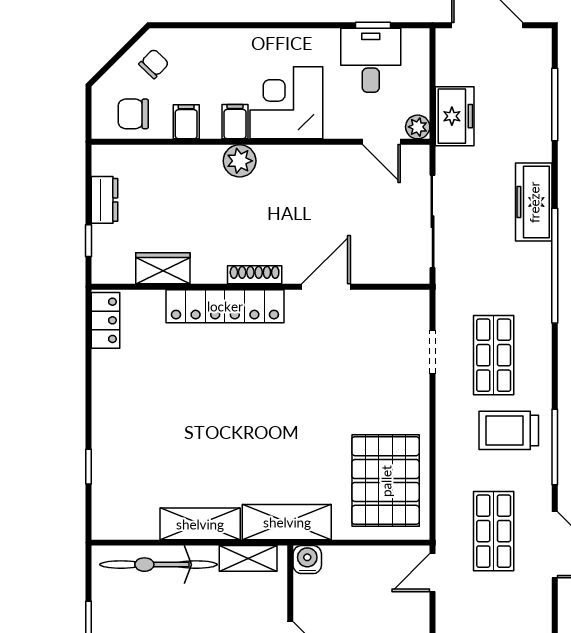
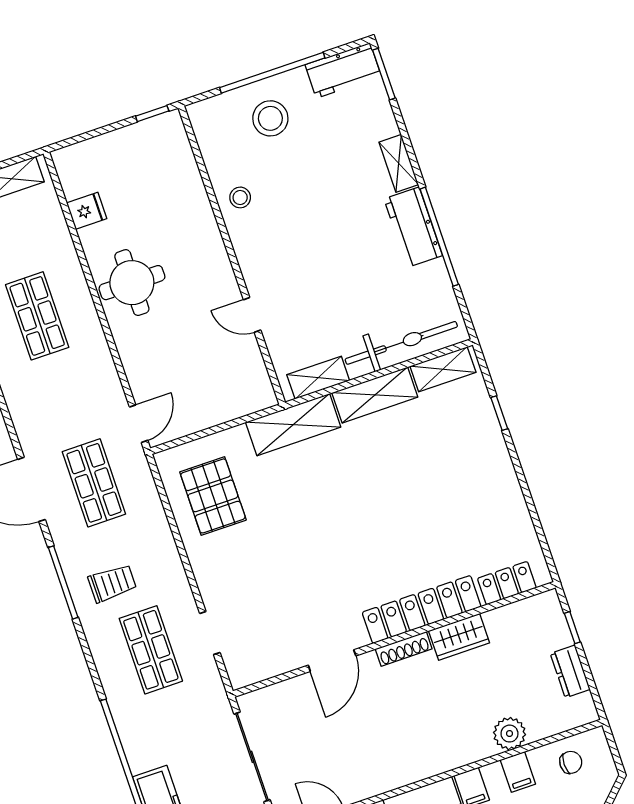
chair: (133, 114) -> (571, 762), width x0.73, depth x0.73
plant: (240, 161) -> (509, 734), moved
wardrobe: (163, 268) -> (459, 637), moved
locker: (105, 320) -> (507, 583), moved, turned 90
trolley: (509, 430) -> (112, 583), width x0.73, depth x0.72
pallet: (386, 481) -> (213, 496), width x0.73, depth x0.71
shelving: (128, 526) -> (443, 369), added
water cooler: (307, 560) -> (262, 396), removed

